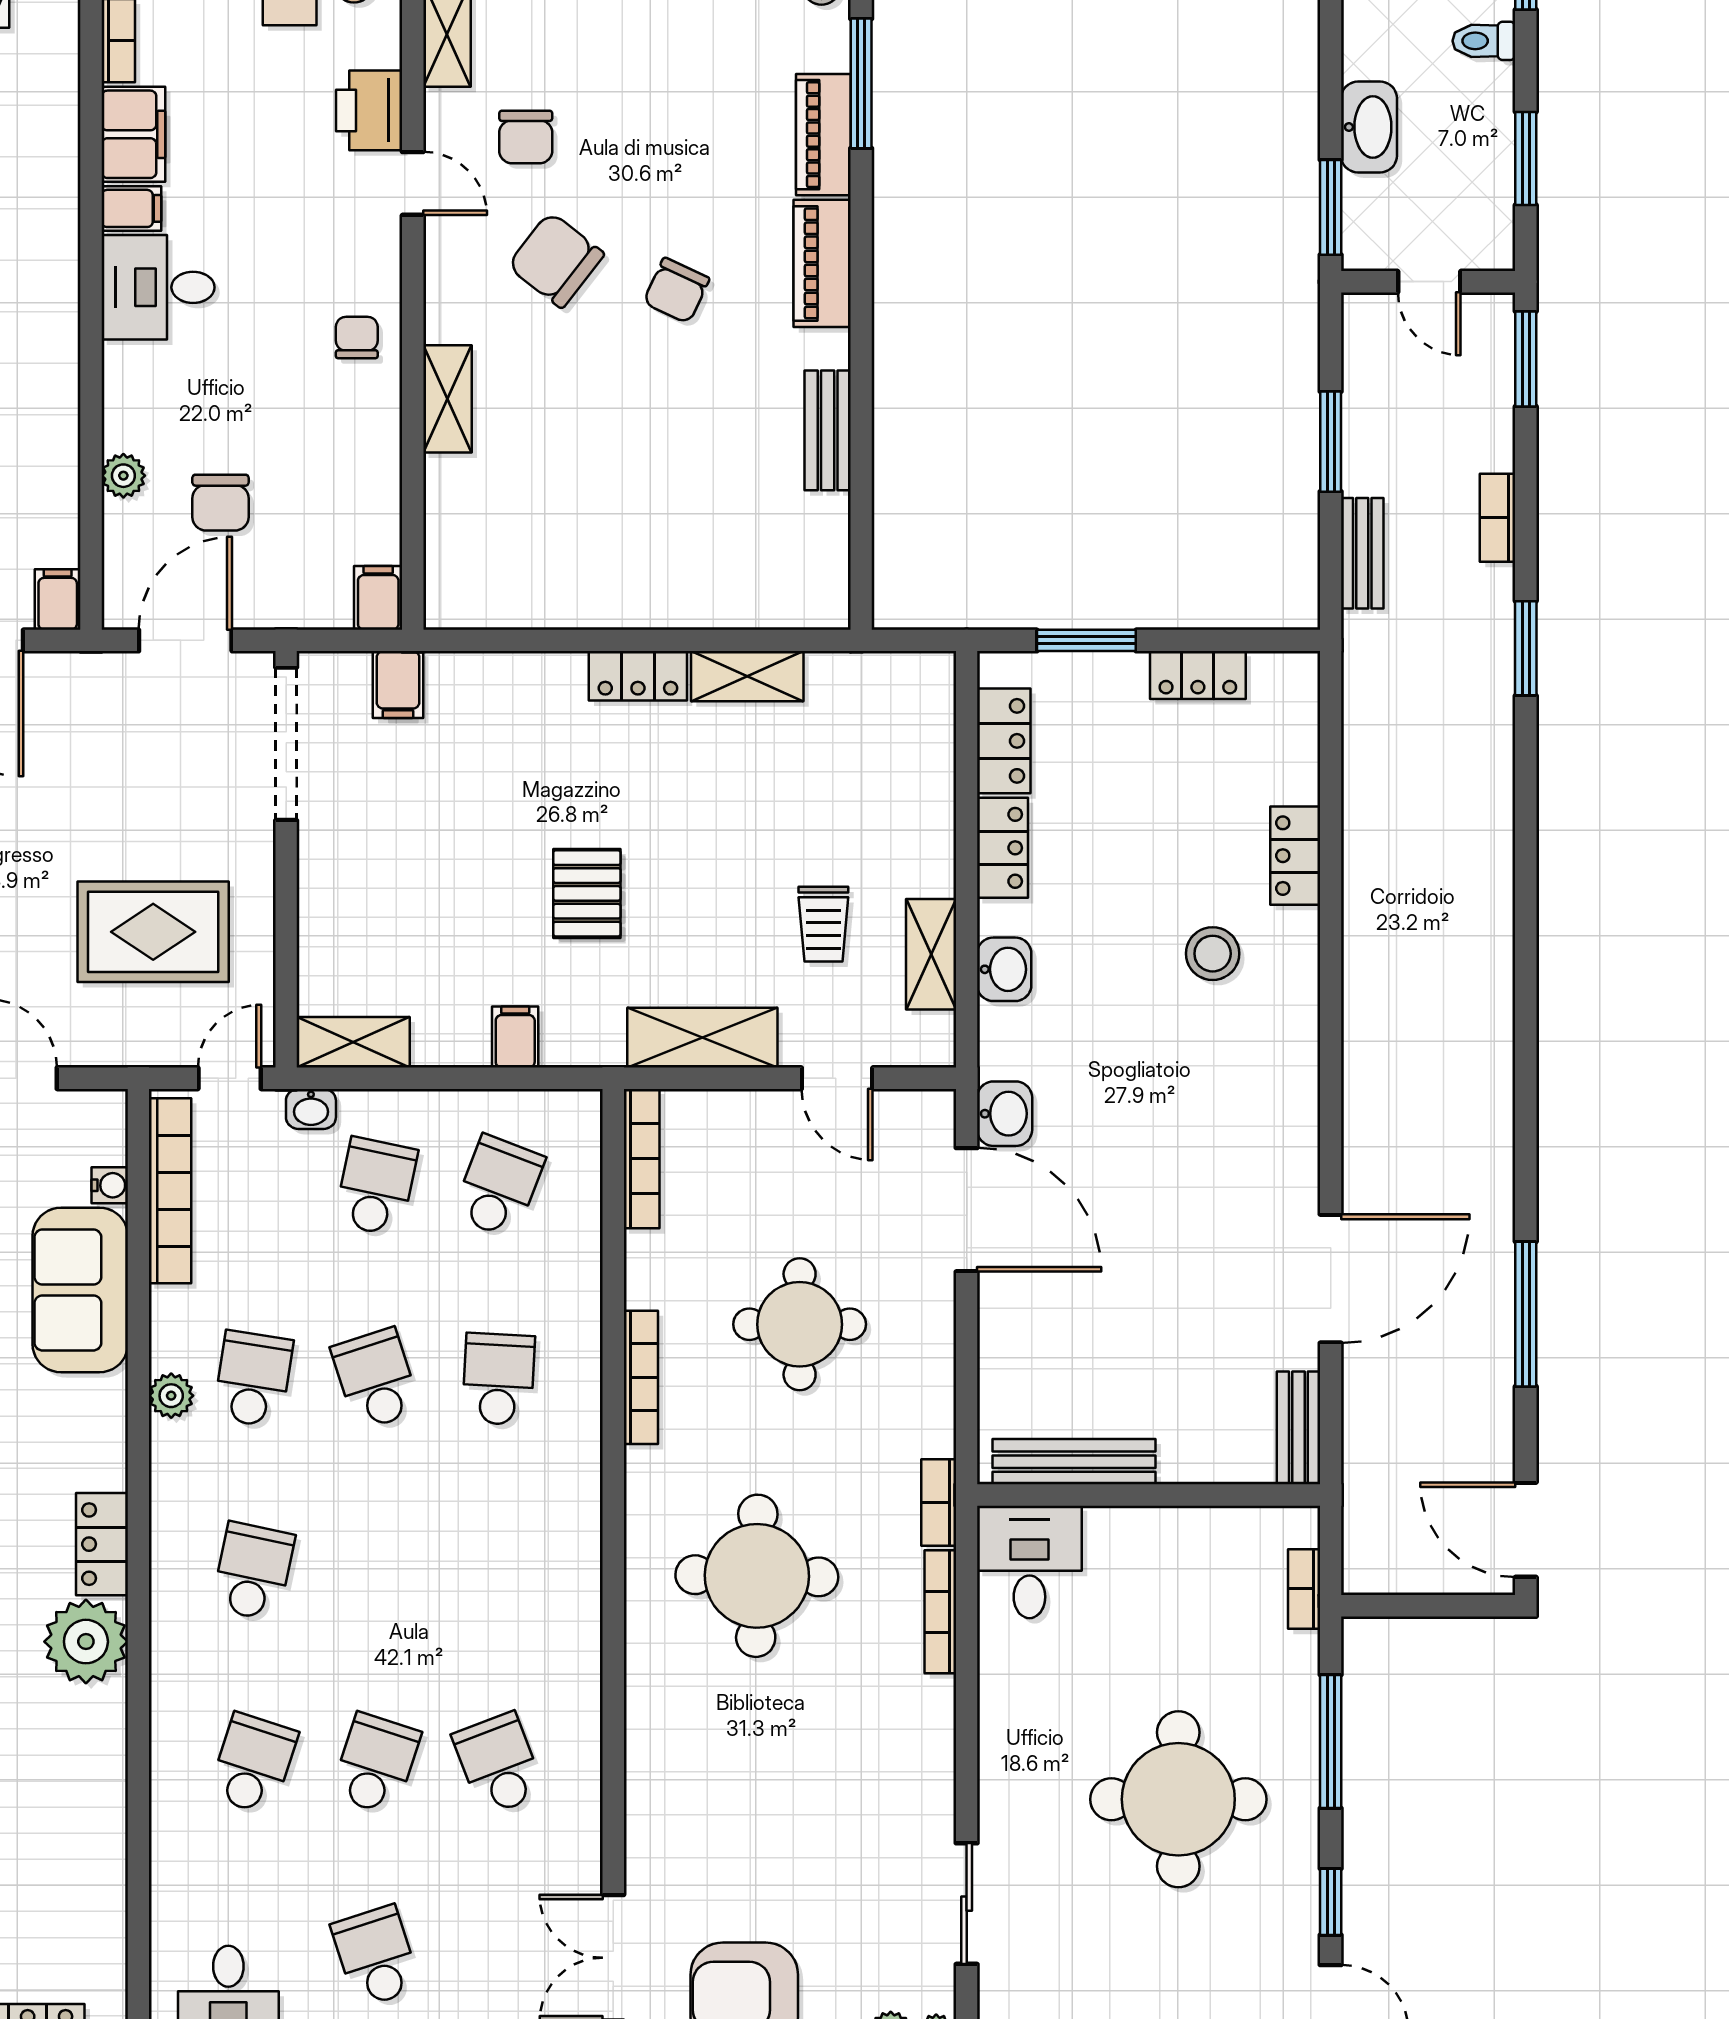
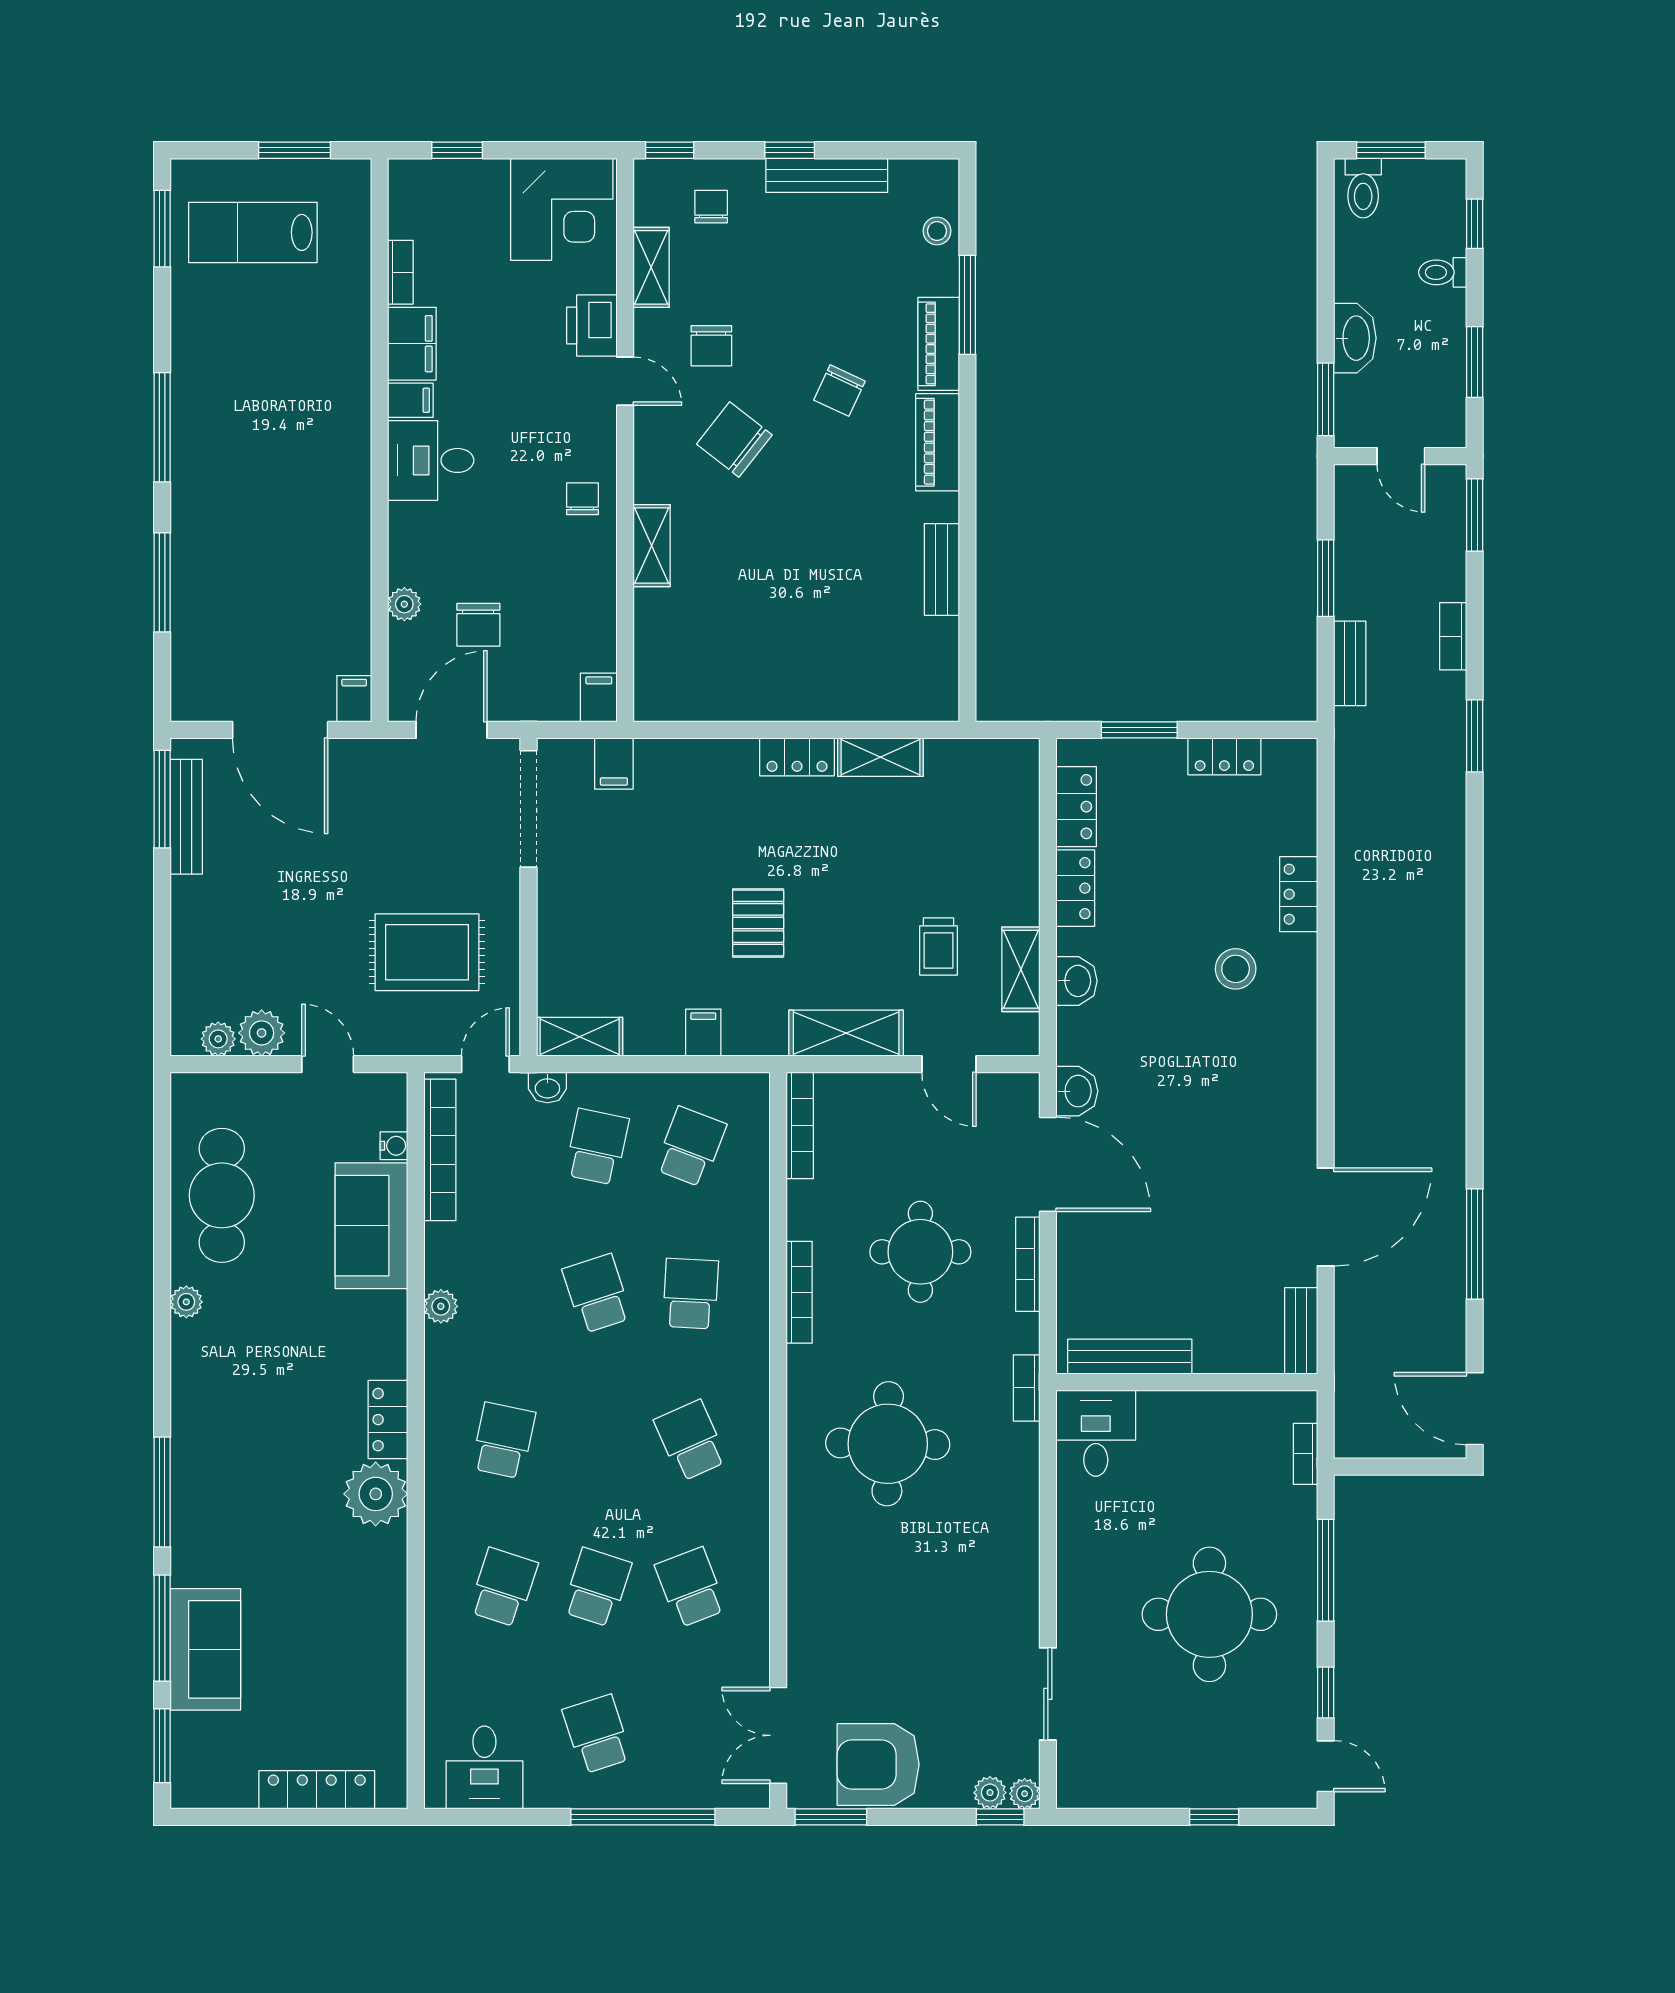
chair: (676, 291) -> (839, 391), moved
school desk: (253, 1379) -> (691, 1440), moved, turned -33
bookcase: (940, 1612) -> (1028, 1264), moved

